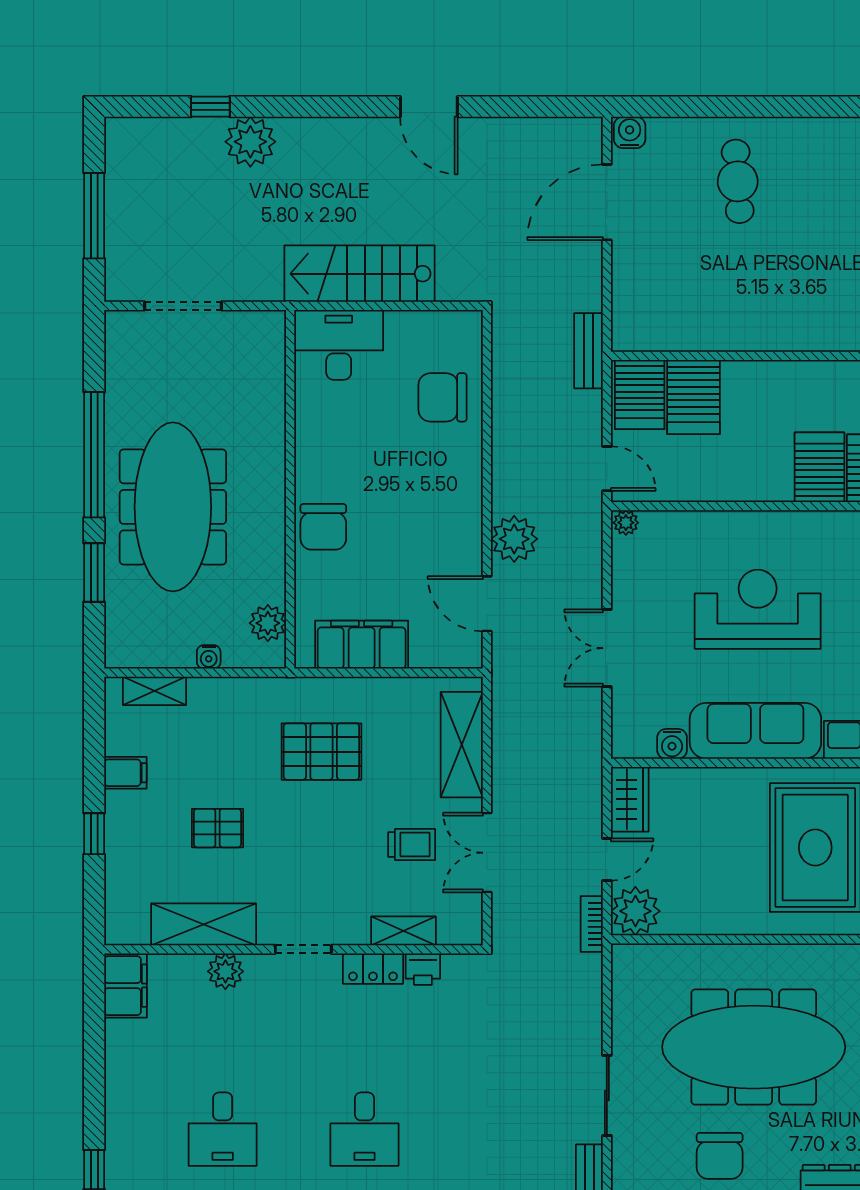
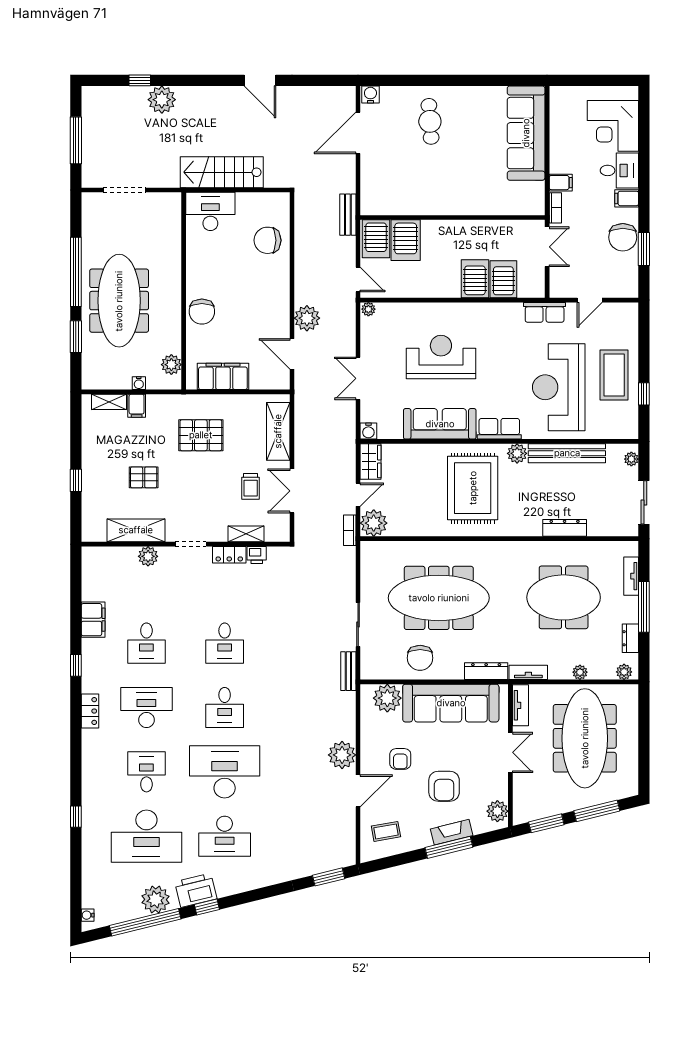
water cooler: (672, 744) -> (368, 431), moved
filing cabinet: (125, 773) -> (137, 406), moved, turned 90
trolley: (412, 844) -> (251, 486), turned 90
filing cabinet: (126, 986) -> (93, 620), moved

